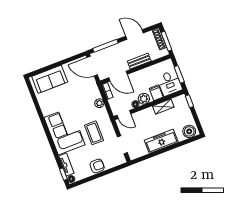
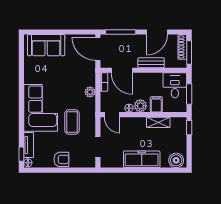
door: (134, 35) -> (157, 32), swing flipped
desk: (170, 83) -> (175, 85), moved, turned 180

